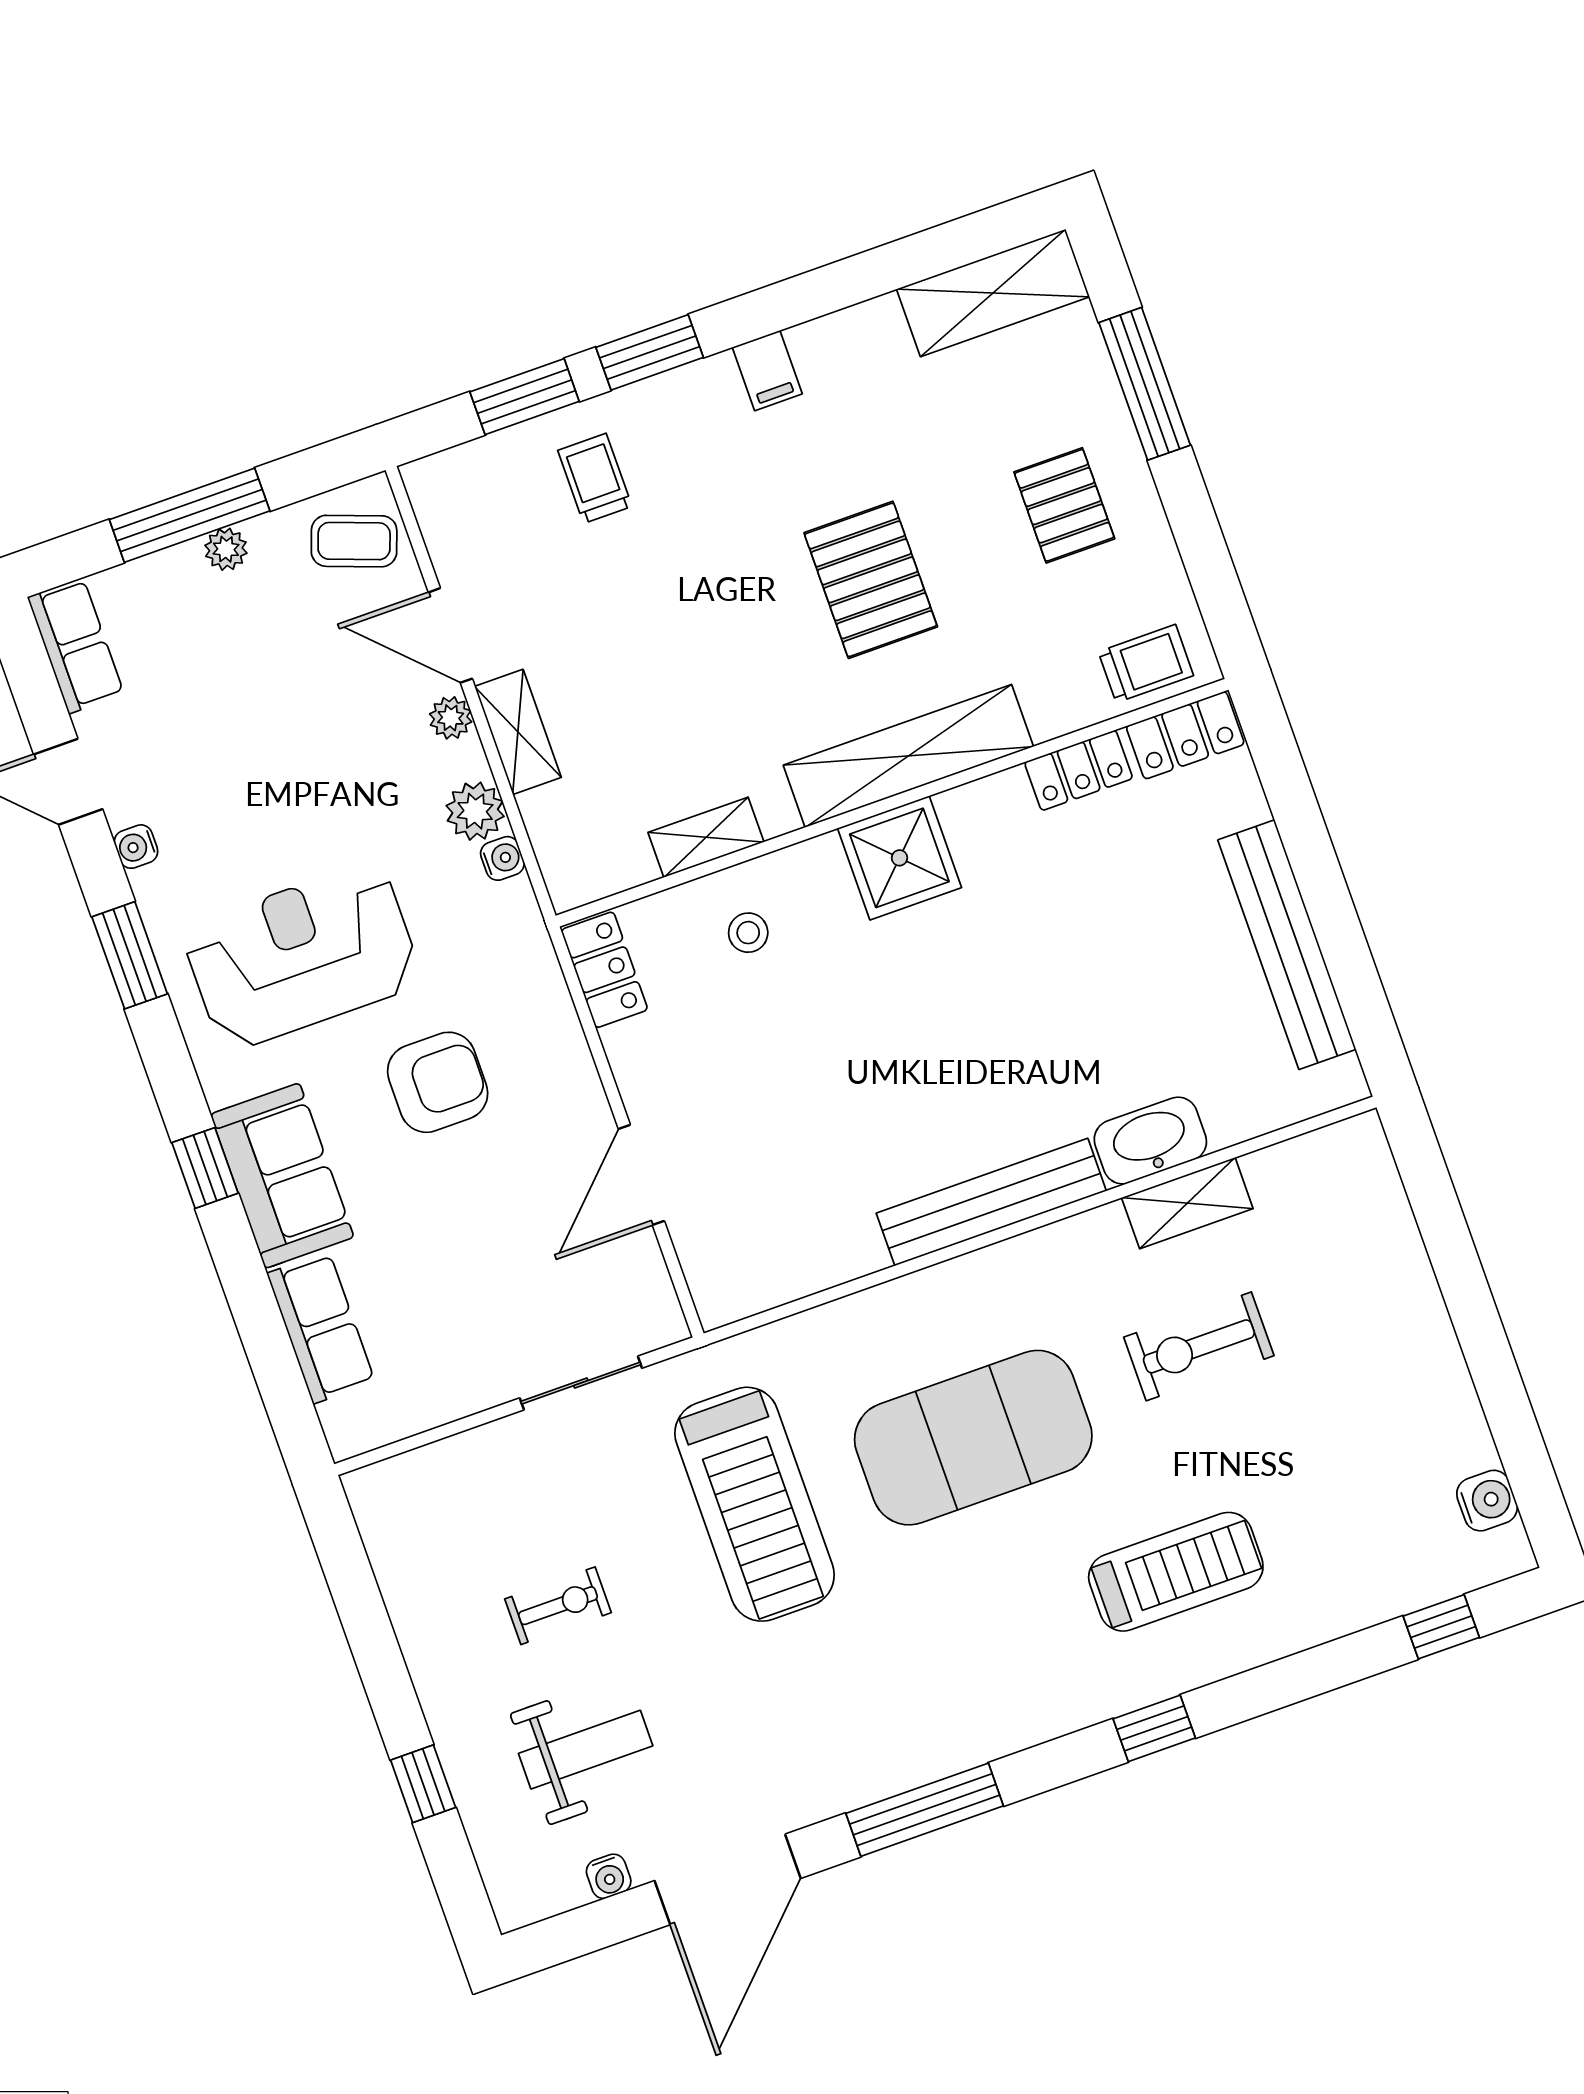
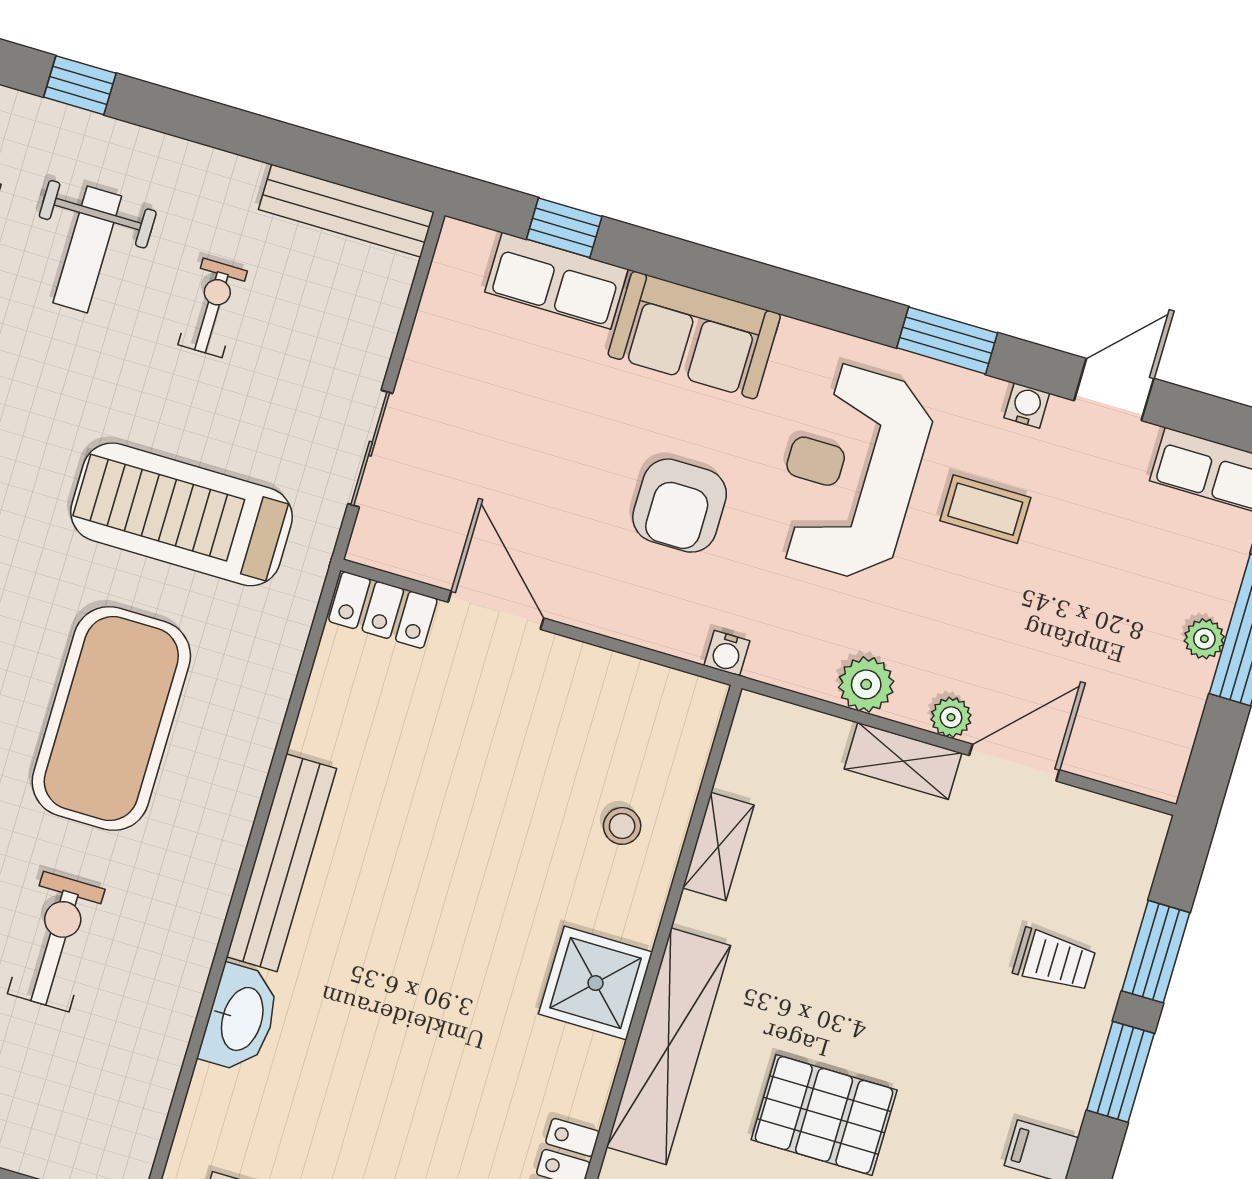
coffee table: (354, 541) -> (985, 509), moved, turned 70
water cooler: (502, 858) -> (727, 653), moved
reception desk: (302, 956) -> (851, 472), turned 180
locker: (604, 970) -> (383, 610), moved
window: (205, 1168) -> (564, 228), moved
shelving: (1187, 1203) -> (172, 1012), removed
bench: (392, 1551) -> (346, 211), added
exercise bike: (558, 1606) -> (213, 308), turned 180
window: (423, 1784) -> (80, 85), moved

